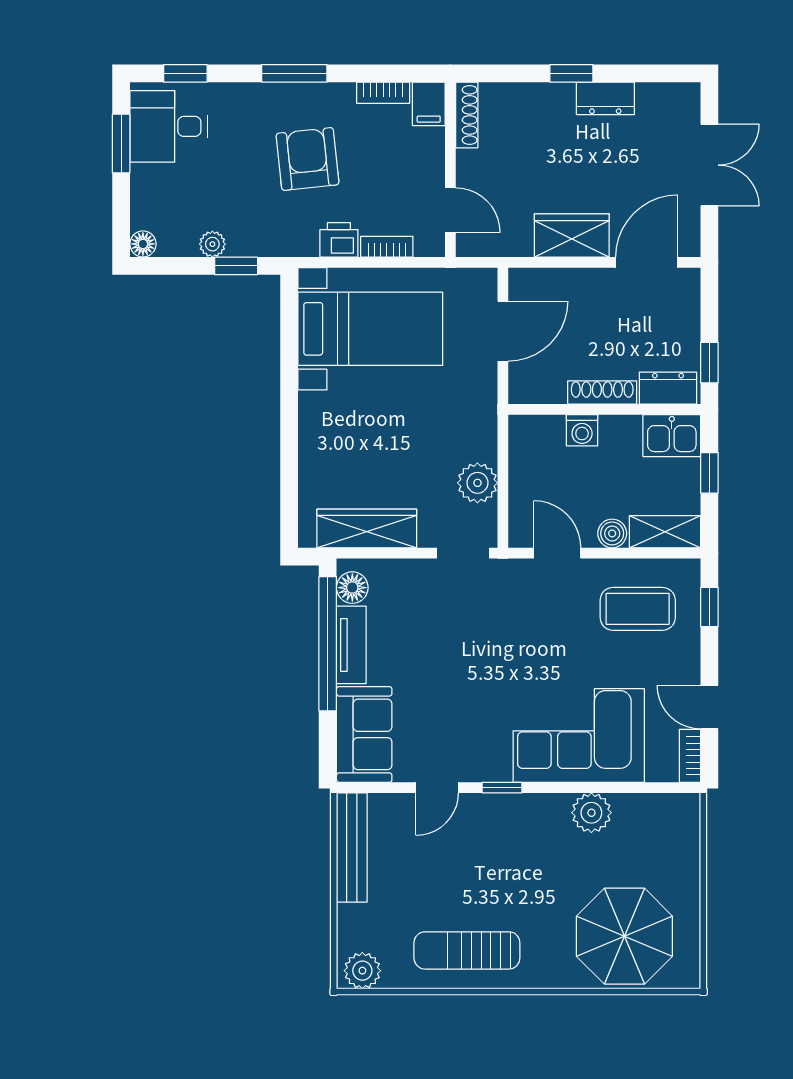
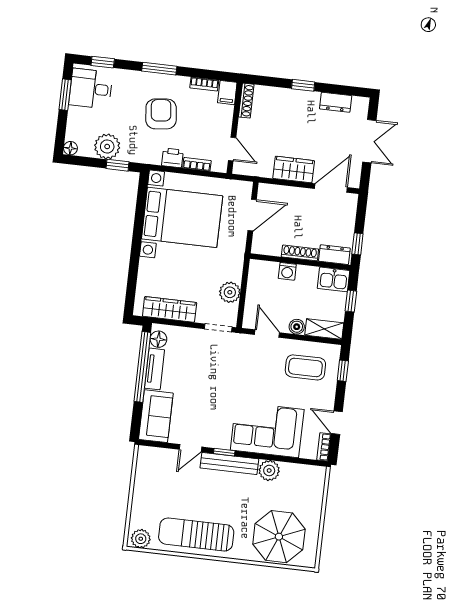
dresser: (605, 98) -> (336, 102), moved
plant: (212, 244) -> (107, 146), width x1.88, depth x1.88
bed with nightstands: (370, 329) -> (182, 217), width x1.36
bench: (352, 848) -> (229, 463), moved, turned 90
sun lounger: (467, 950) -> (196, 535), width x1.36, depth x1.34

